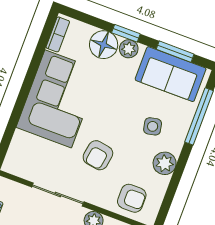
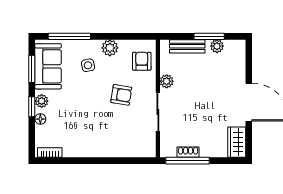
floor lamp: (104, 45) -> (40, 119), width x0.53, depth x0.53
corner sofa: (58, 99) -> (93, 136), removed

